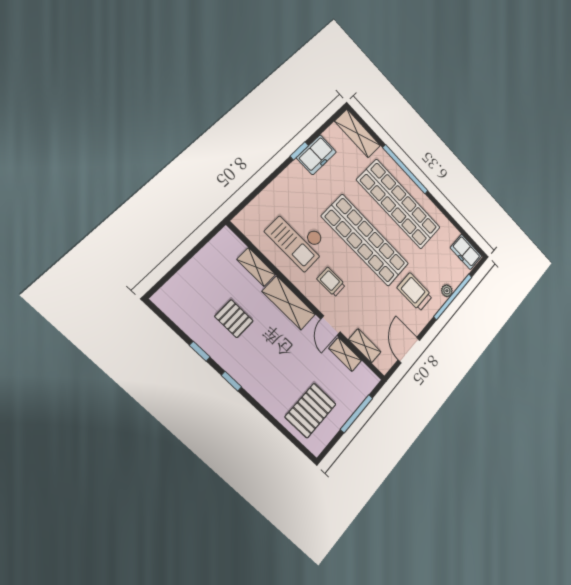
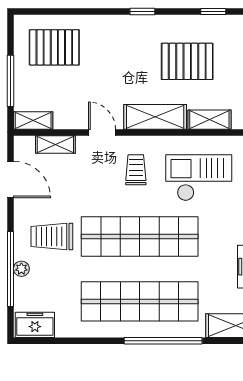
trolley: (331, 282) -> (136, 170), turned -90
trolley: (415, 292) -> (52, 237), turned 180
pallet: (234, 319) -> (187, 61), width x1.50, depth x1.42
window: (200, 351) -> (213, 12), moved
shelving: (345, 354) -> (33, 120), moved
pallet: (311, 411) -> (54, 47), turned 90

